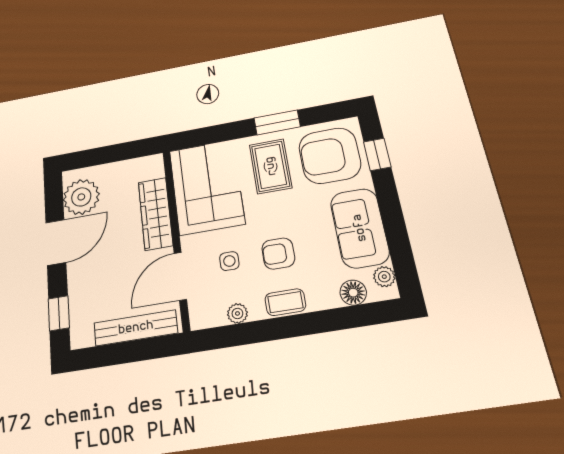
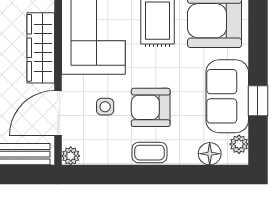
window: (377, 154) -> (258, 101), moved
armchair: (278, 254) -> (151, 107), width x1.38, depth x1.38
plant: (237, 313) -> (71, 156), moved

